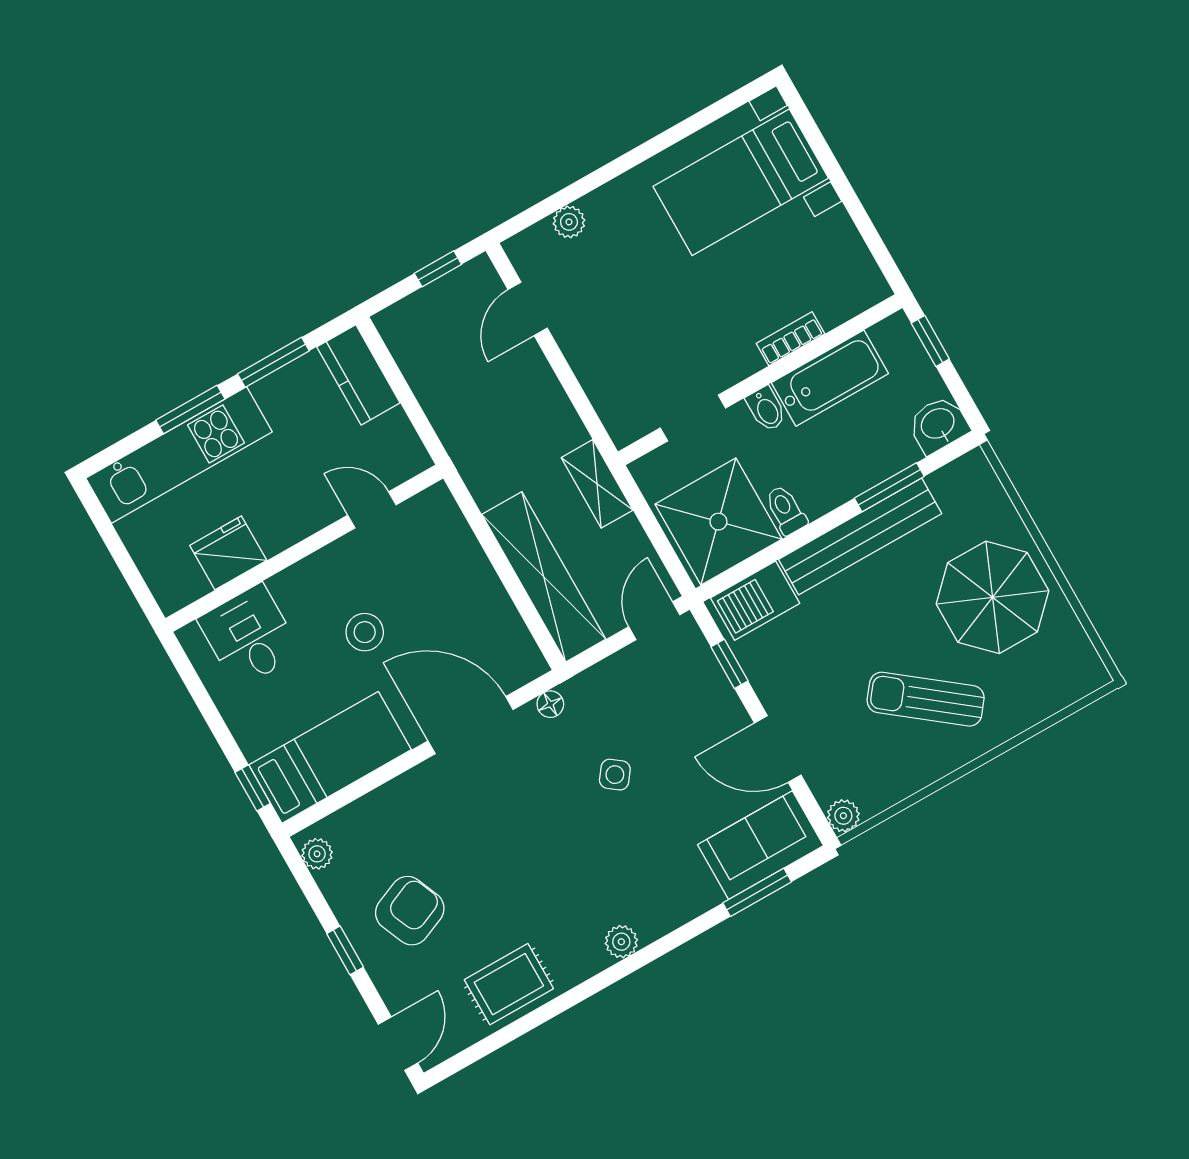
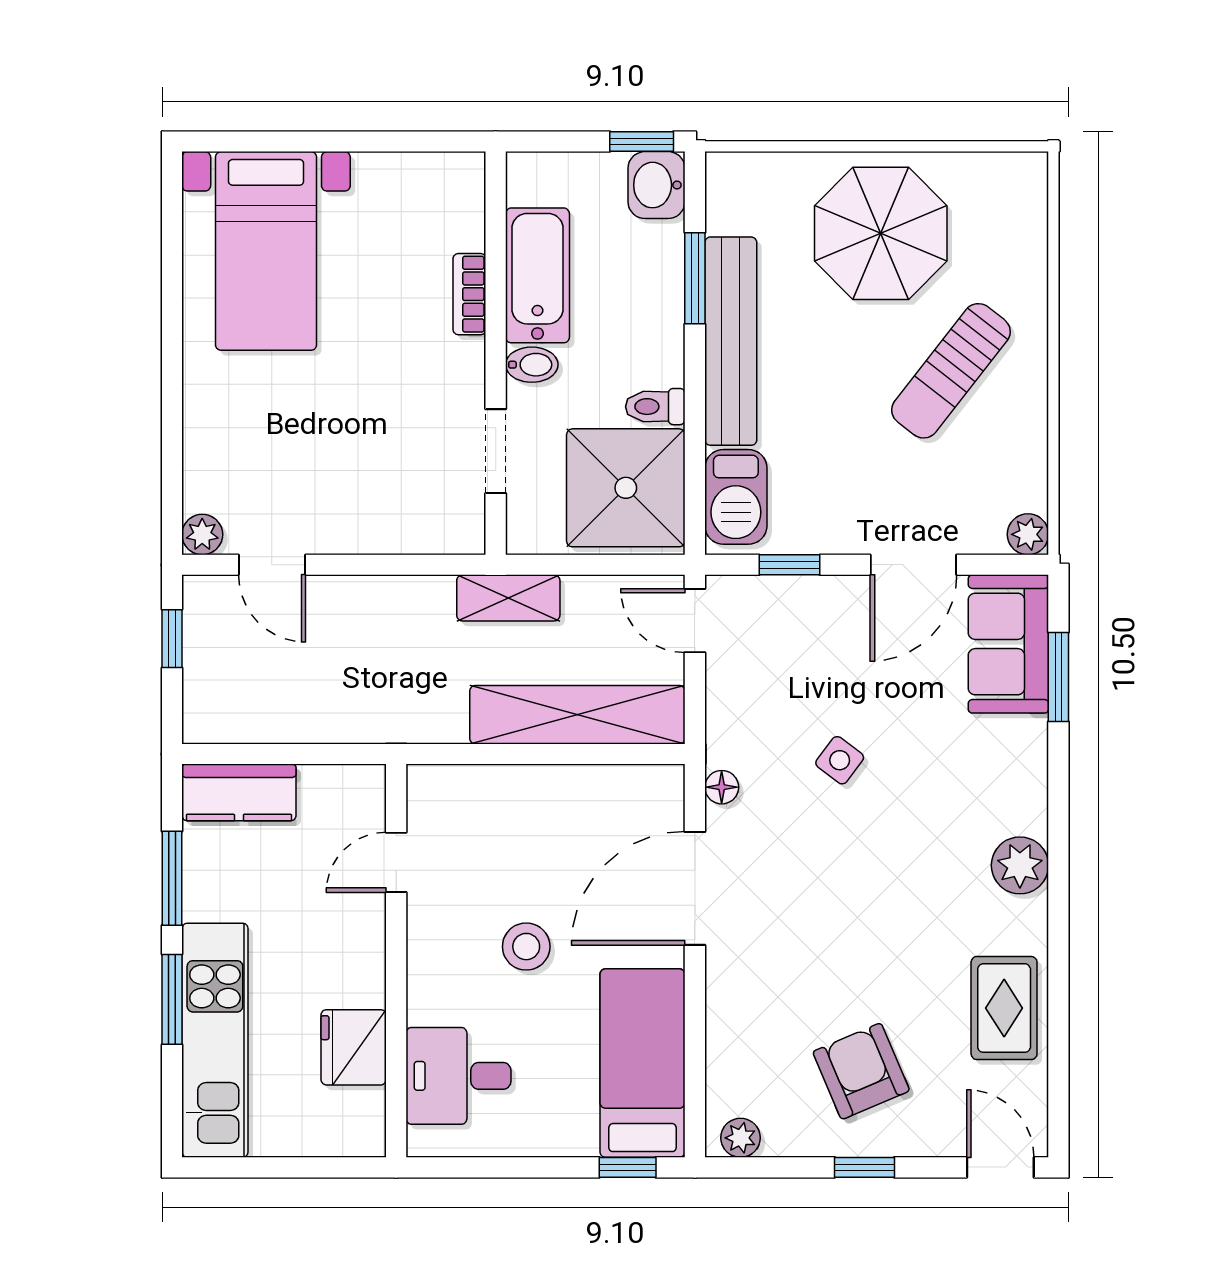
plant: (569, 222) -> (202, 535), moved
window: (930, 341) -> (642, 141), moved
plant: (621, 942) -> (1020, 865), width x1.38, depth x1.38

